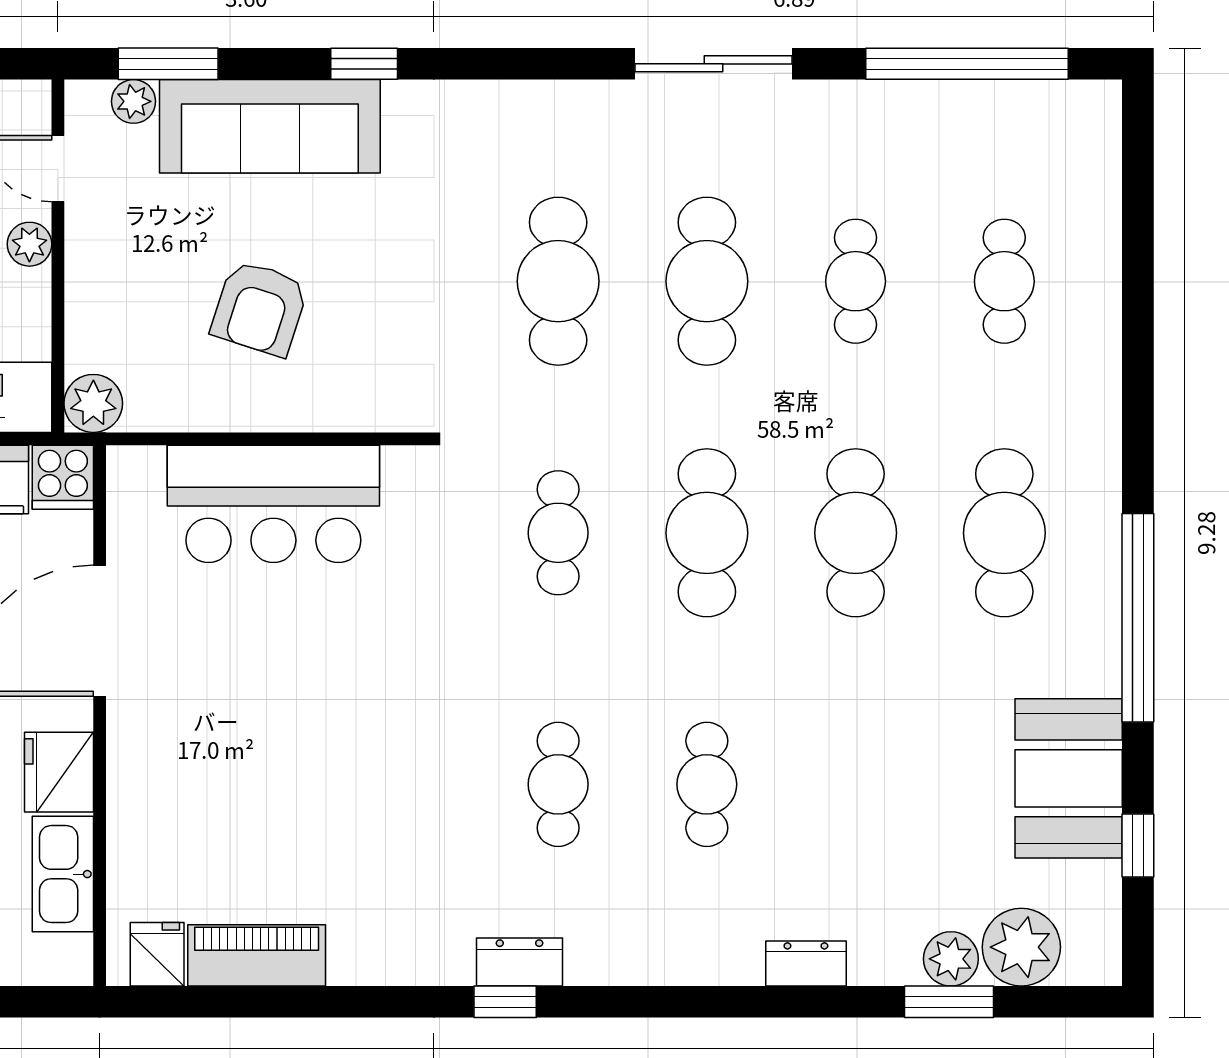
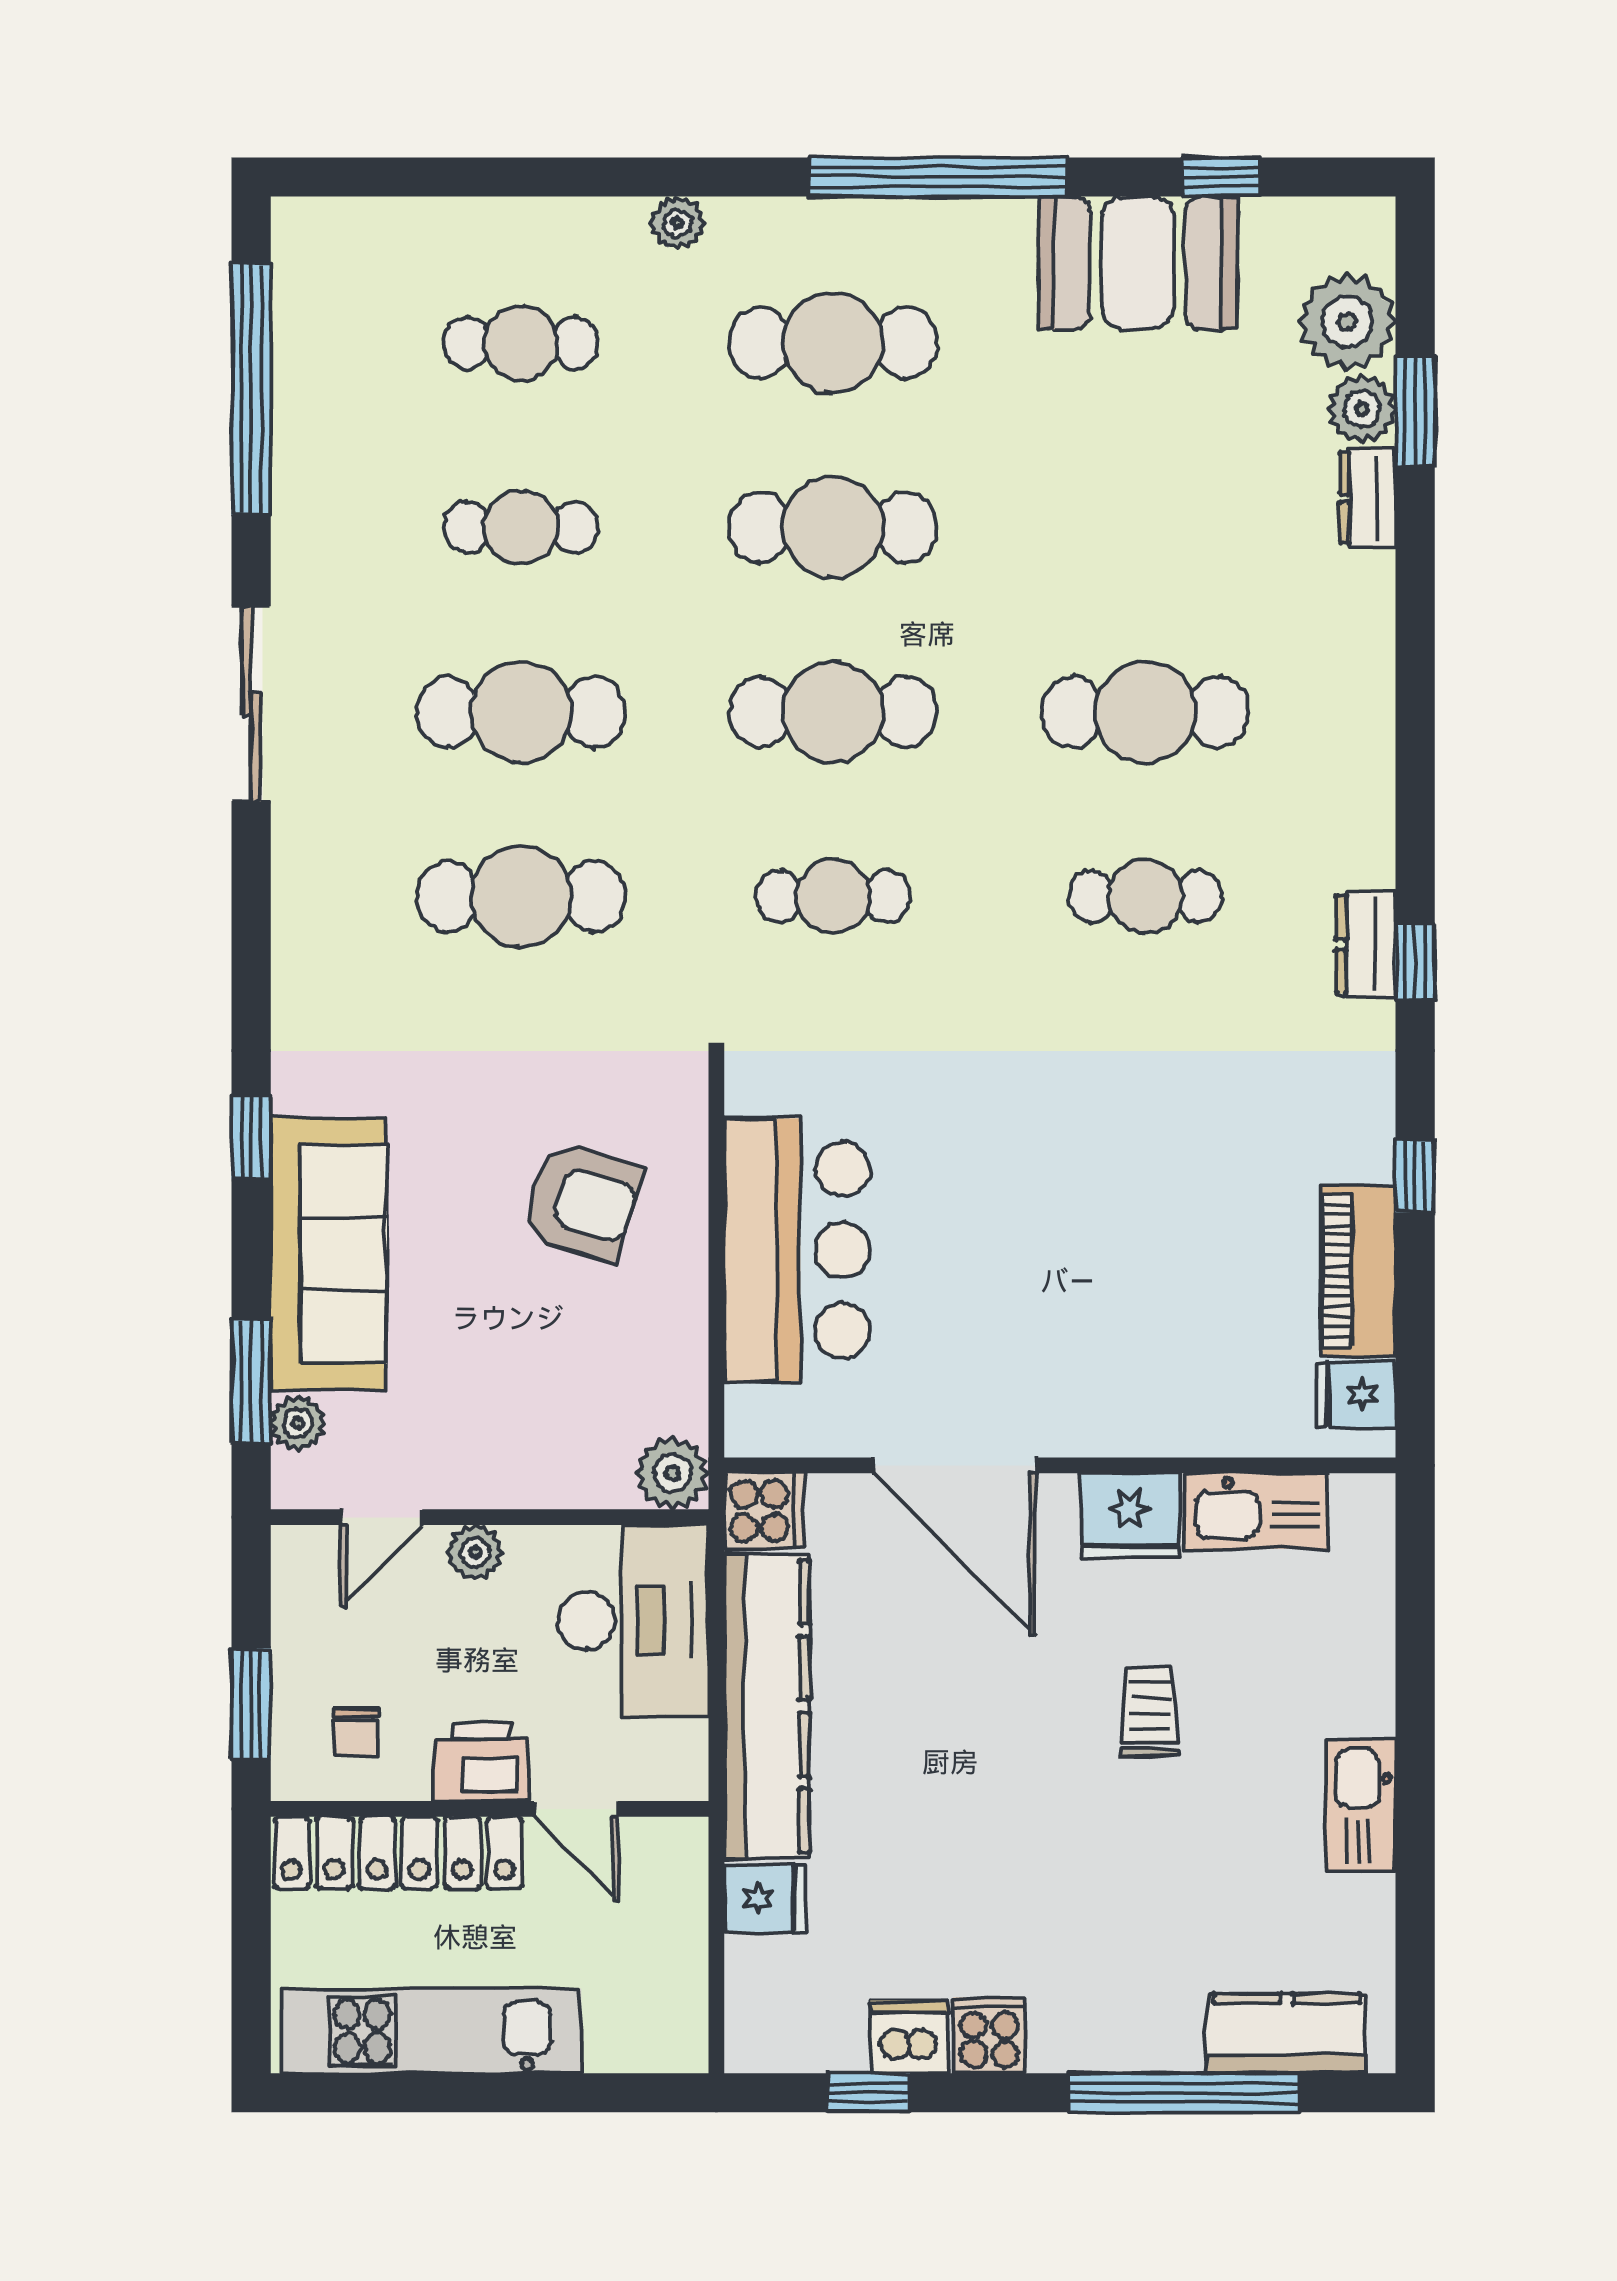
armchair: (260, 308) -> (582, 1201), moved
plant: (1101, 407) -> (678, 223), added
cafe table: (707, 784) -> (1145, 712), width x1.37, depth x1.35
dresser: (806, 964) -> (1368, 498), moved
window: (333, 1002) -> (1415, 1176), added

